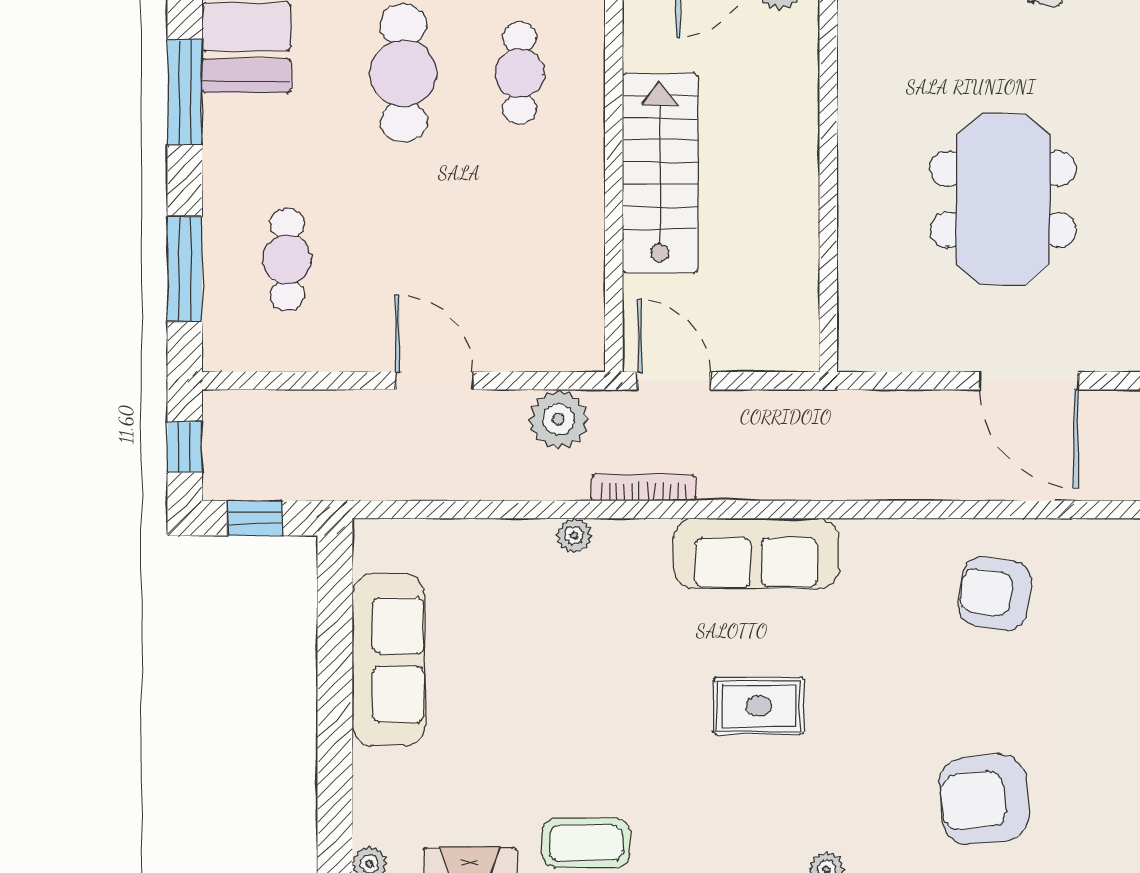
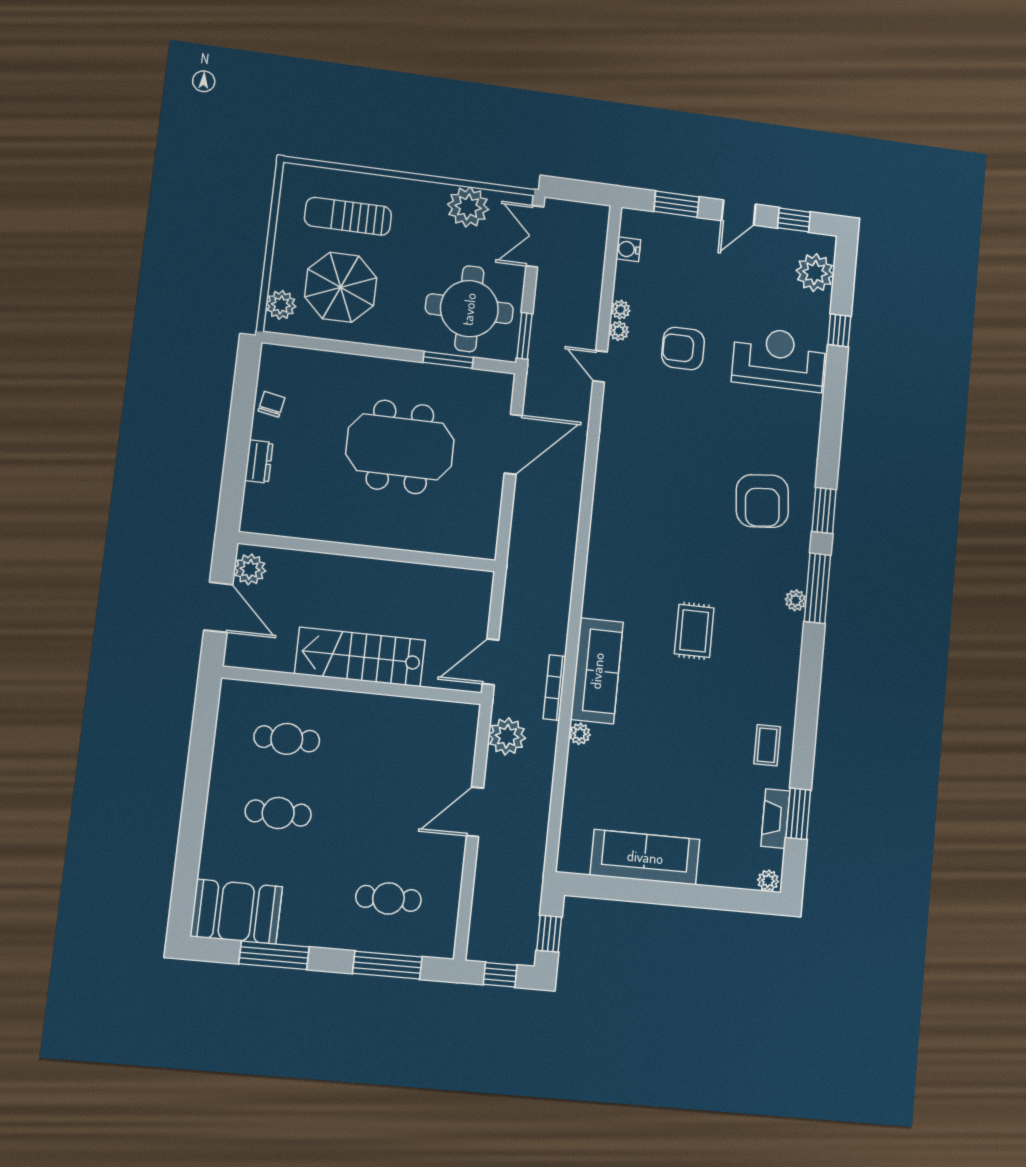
cafe table: (403, 73) -> (278, 813), width x0.73, depth x0.74
sofa: (756, 553) -> (597, 671), moved
armchair: (995, 594) -> (640, 480), removed
coffee table: (586, 843) -> (767, 745), width x0.73, depth x0.77

